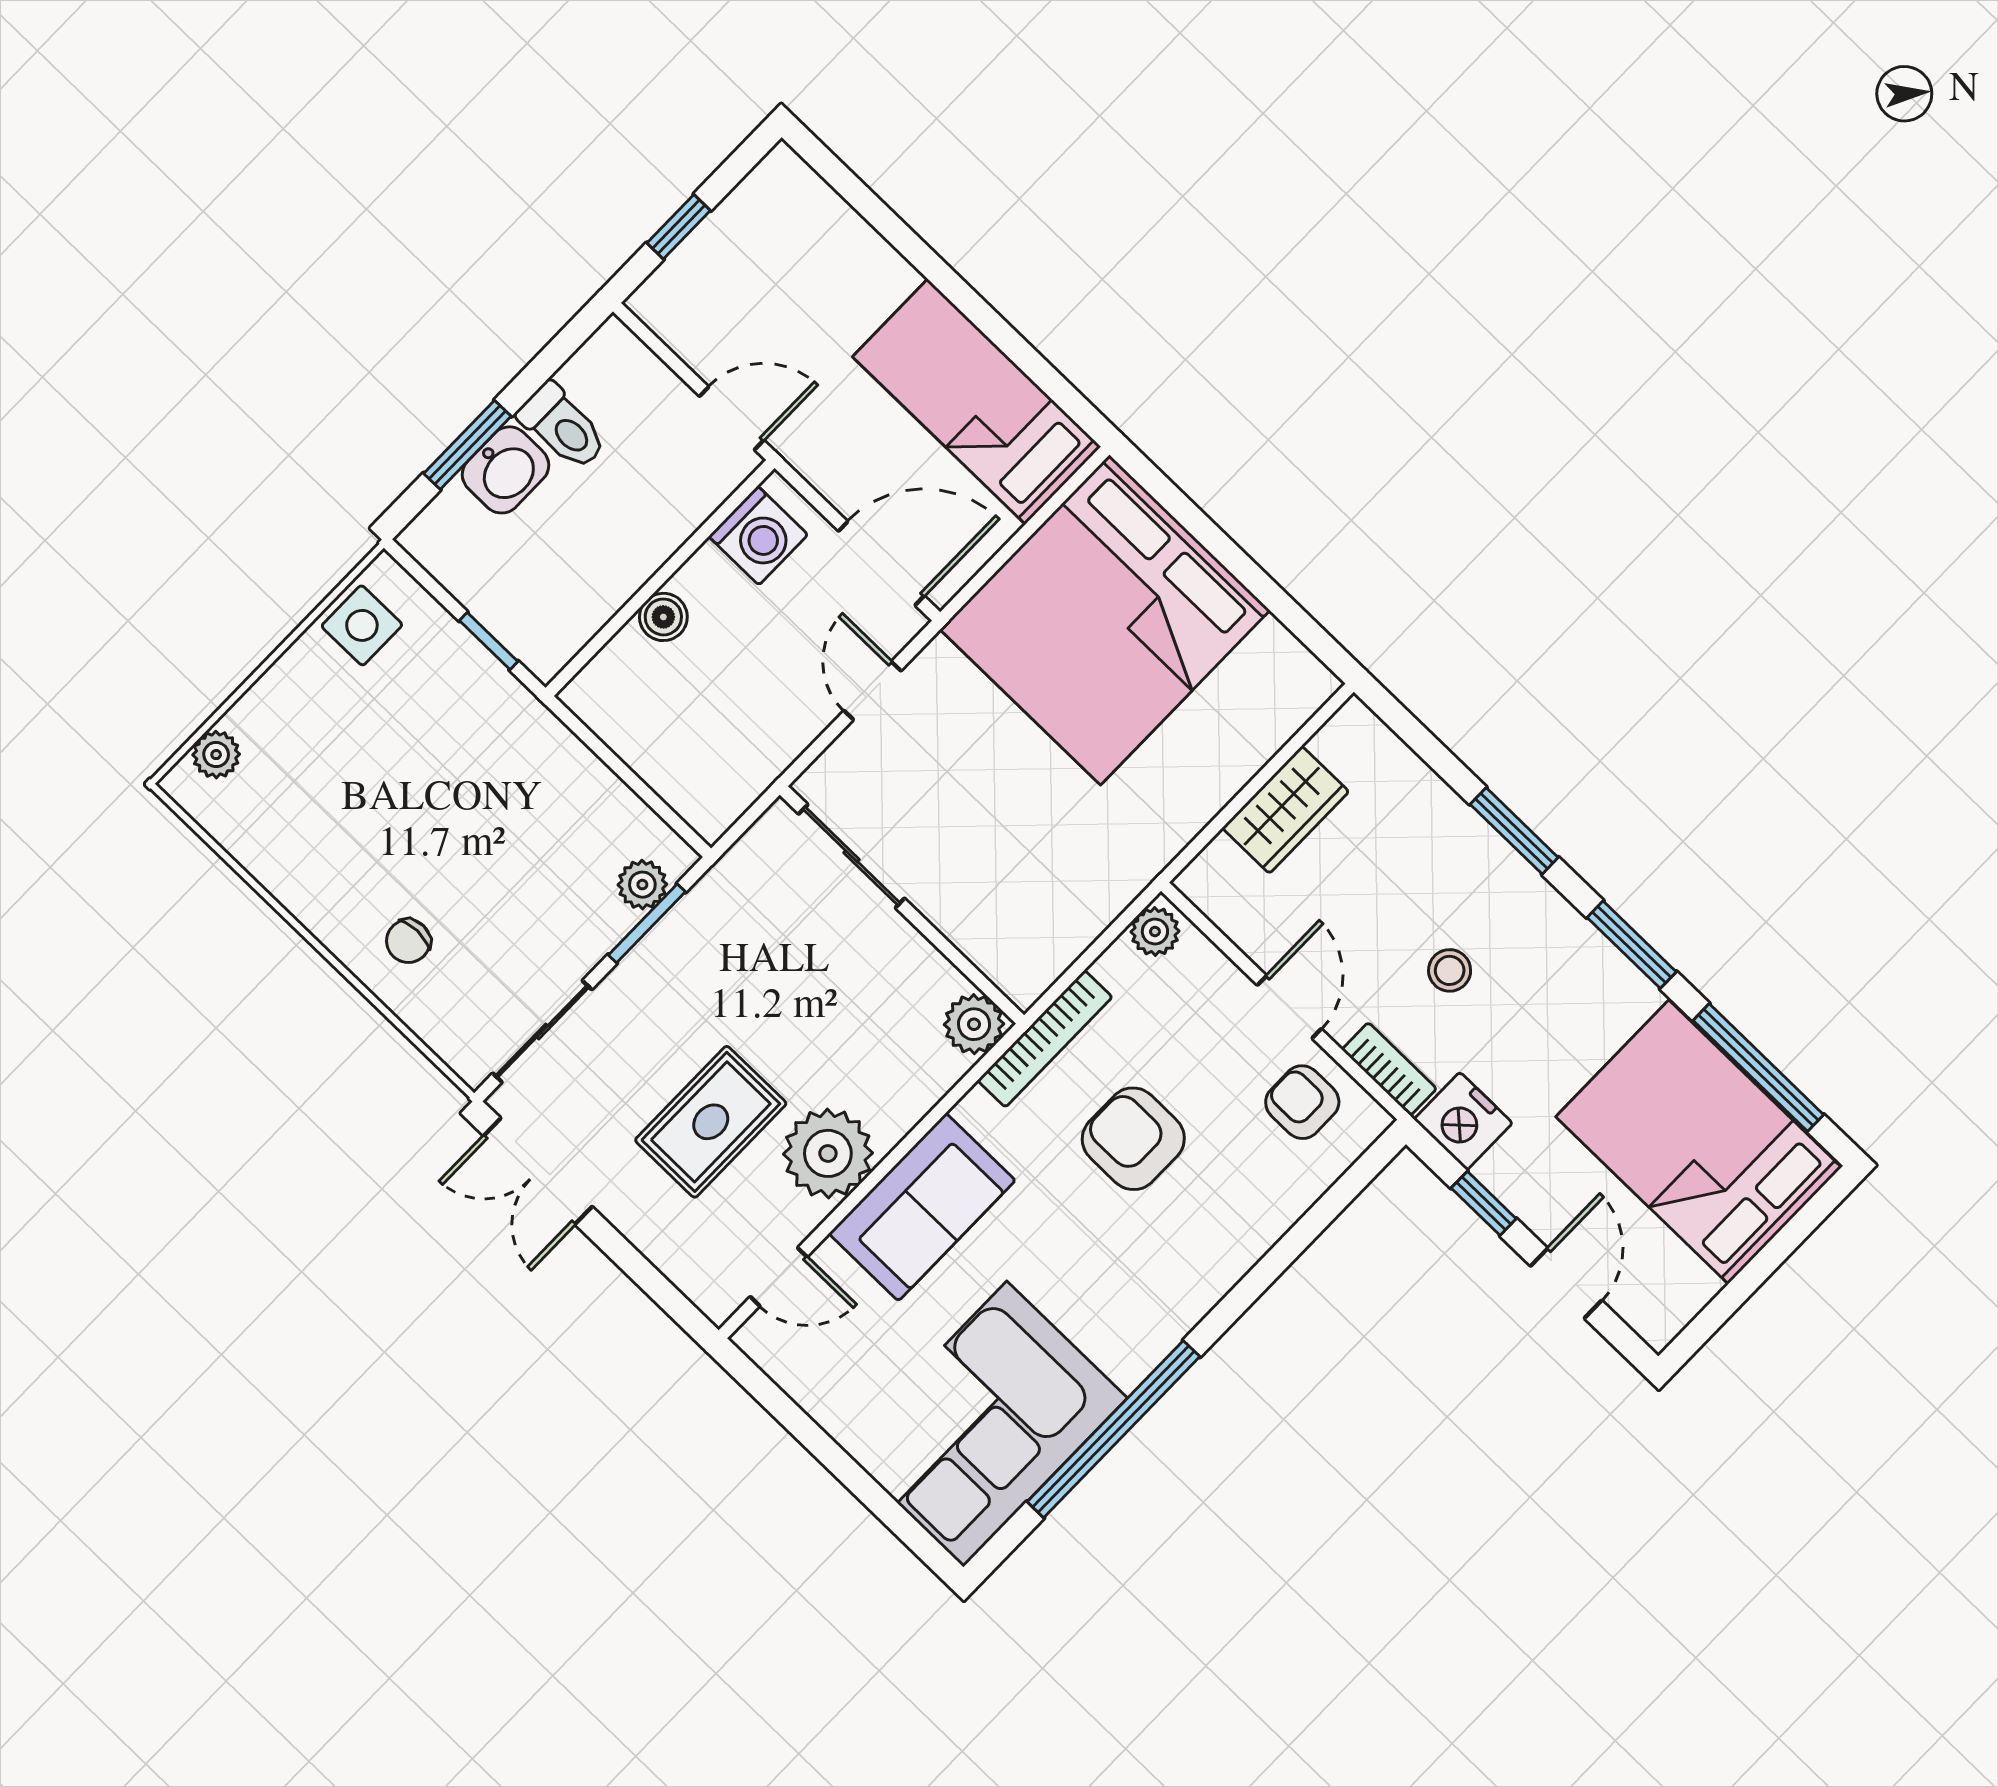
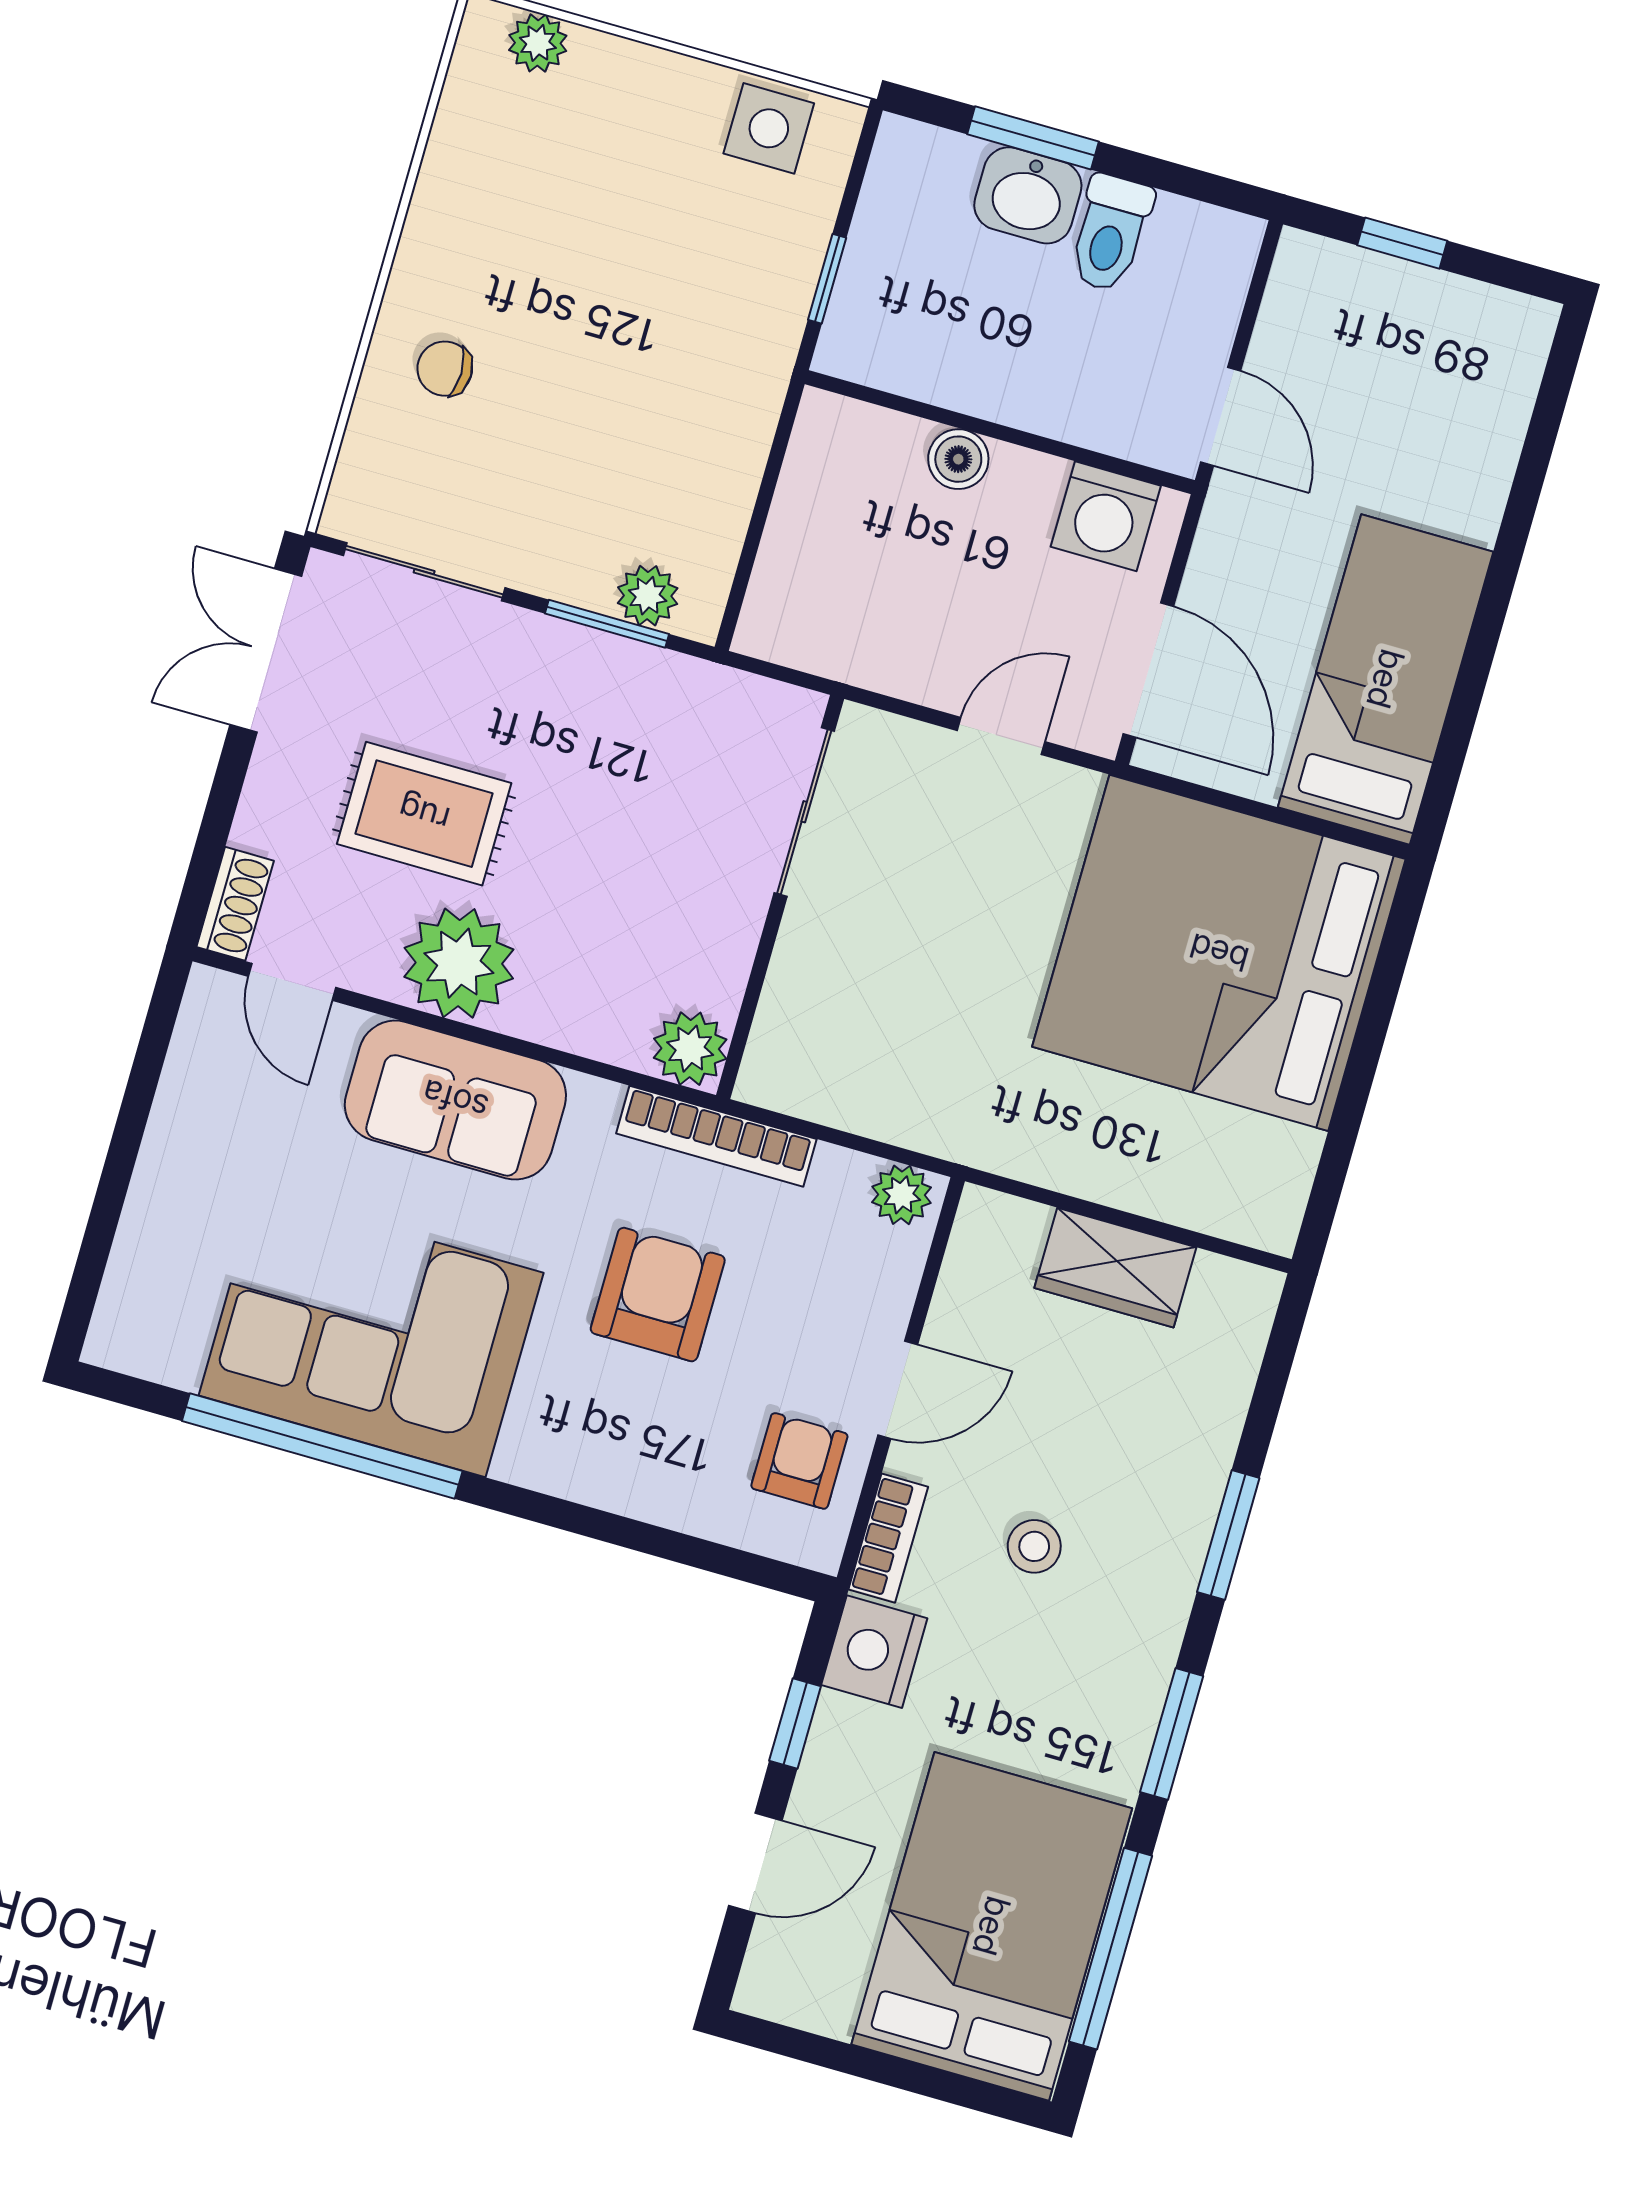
shoe rack: (703, 1287) -> (235, 904), added
corner sofa: (985, 1424) -> (371, 1334), moved

